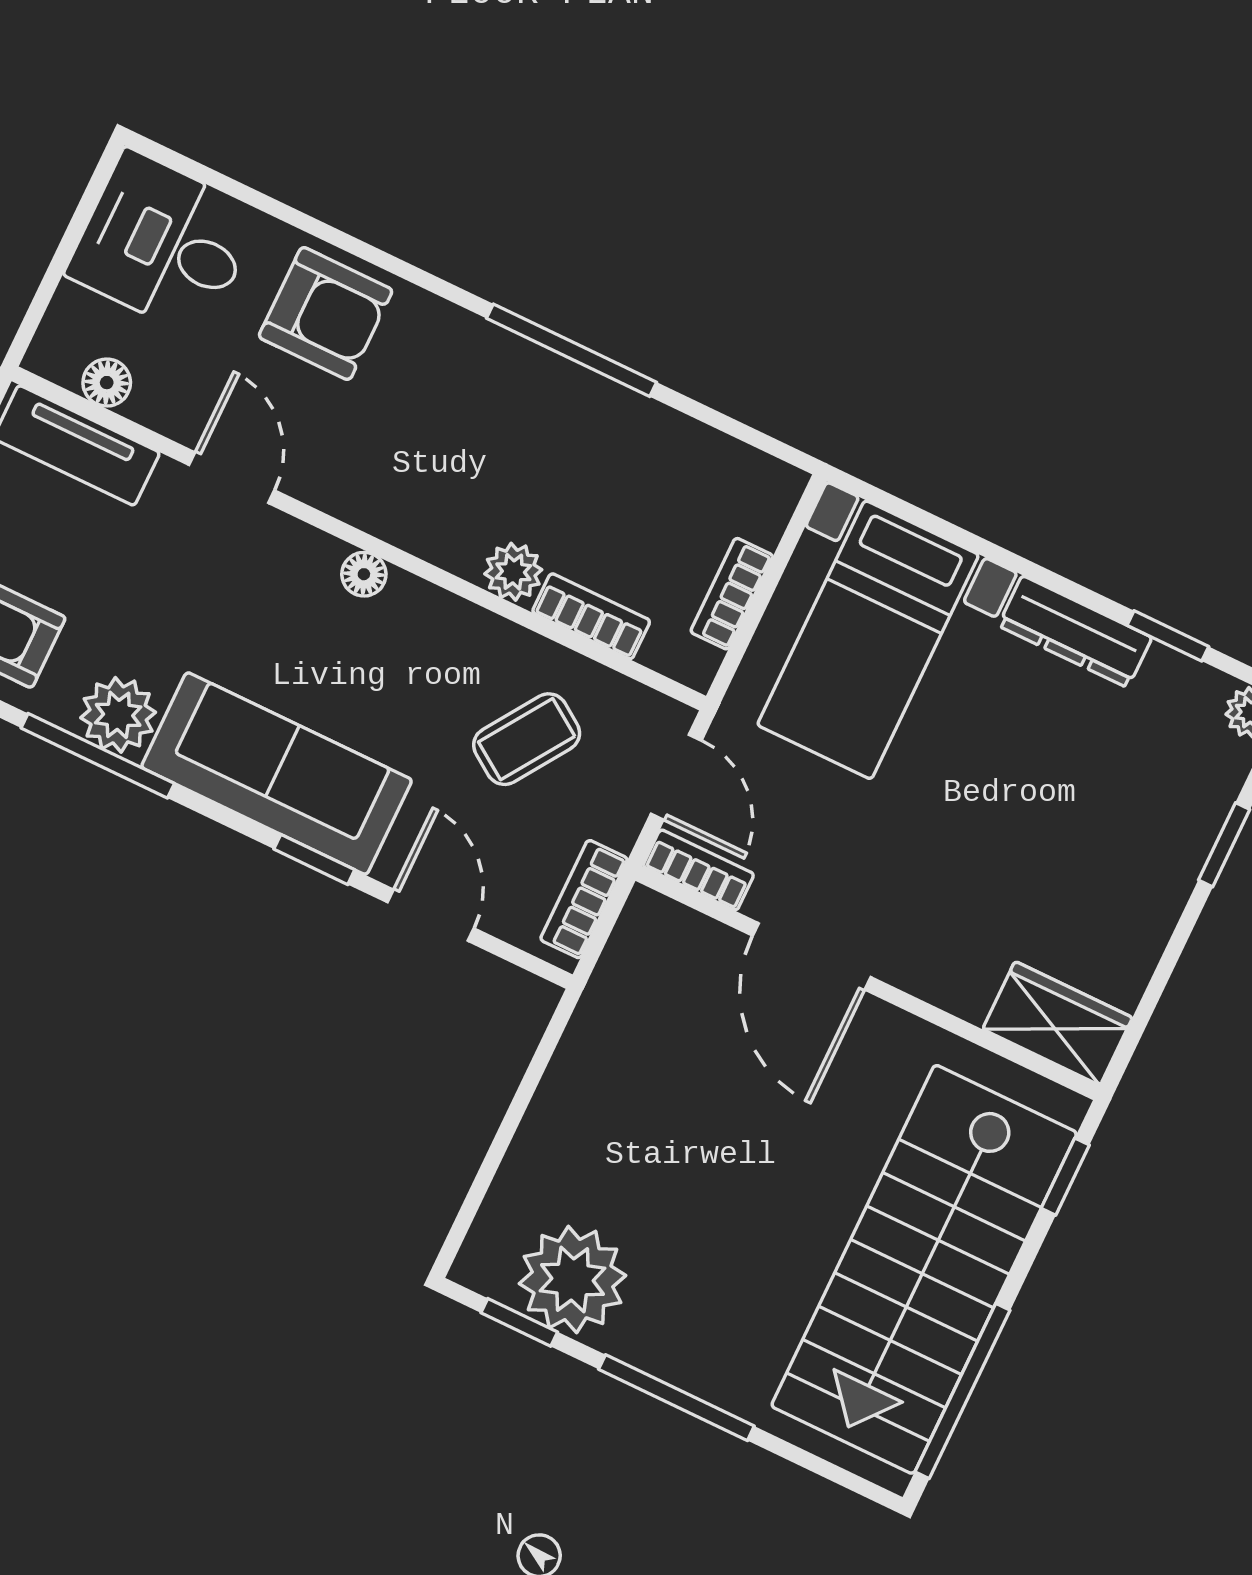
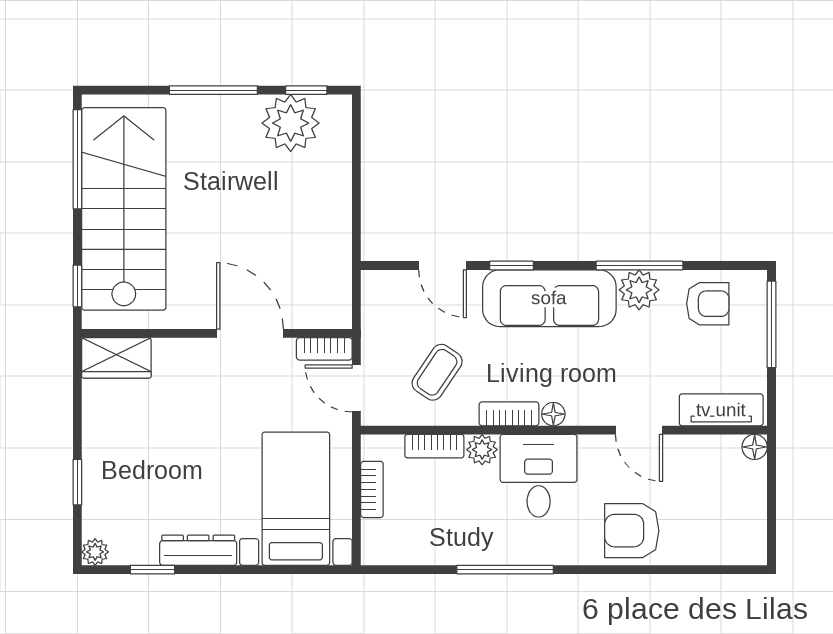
desk: (164, 243) -> (539, 476), moved, turned -90
floor lamp: (107, 383) -> (755, 447), moved
bookcase: (584, 899) -> (509, 414), moved, turned -90

